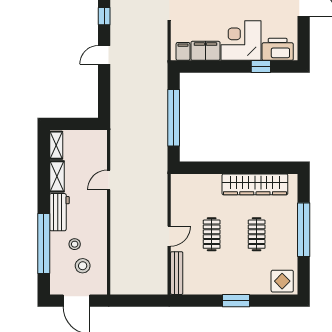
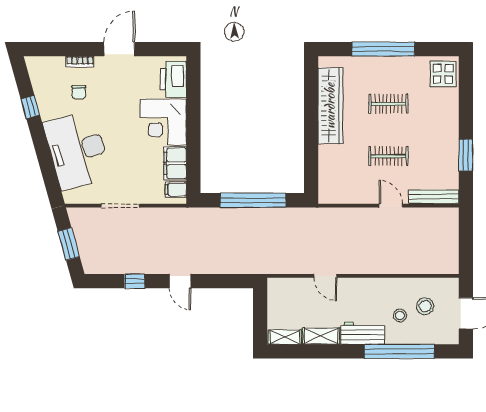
window: (261, 67) -> (193, 99), removed
window: (236, 301) -> (466, 155), moved

